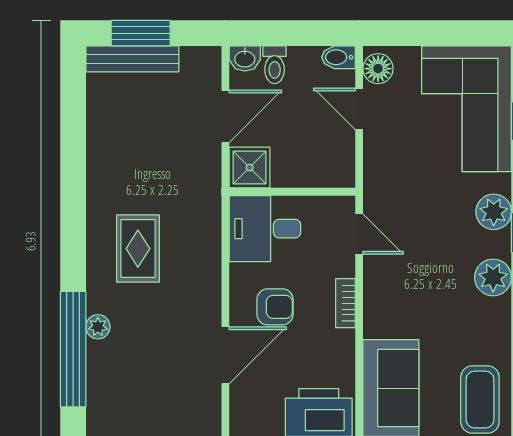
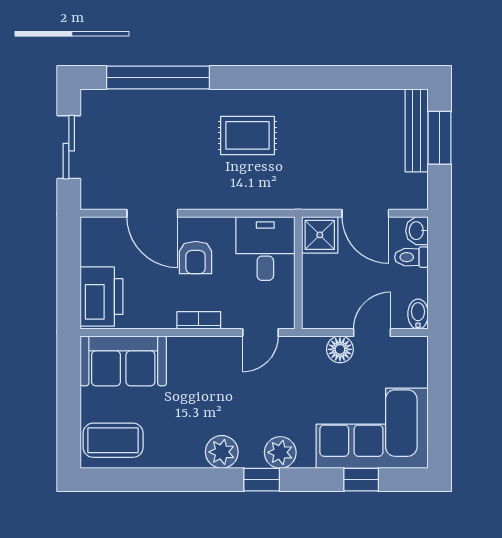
floor lamp: (378, 69) -> (340, 349), moved
plant: (98, 327) -> (178, 100), removed

